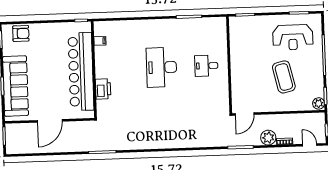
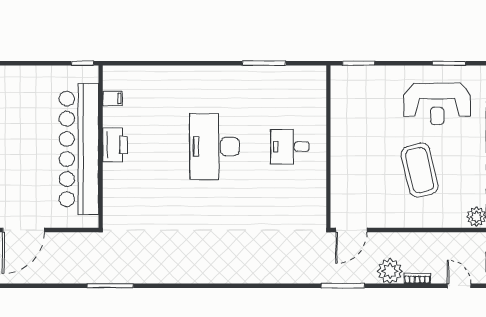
printer: (103, 89) -> (115, 145), moved

